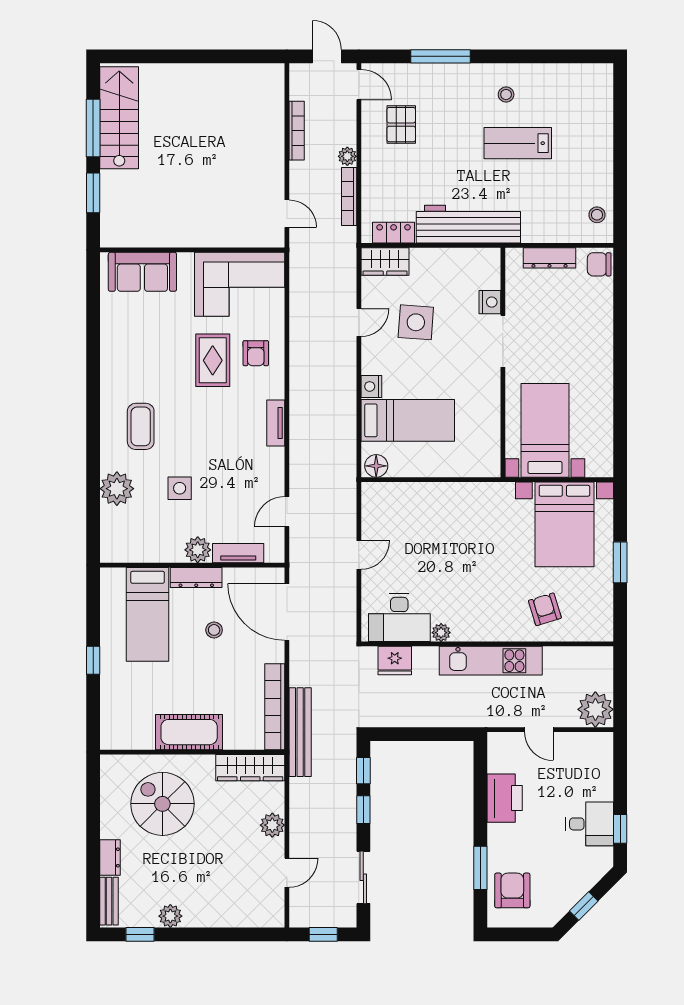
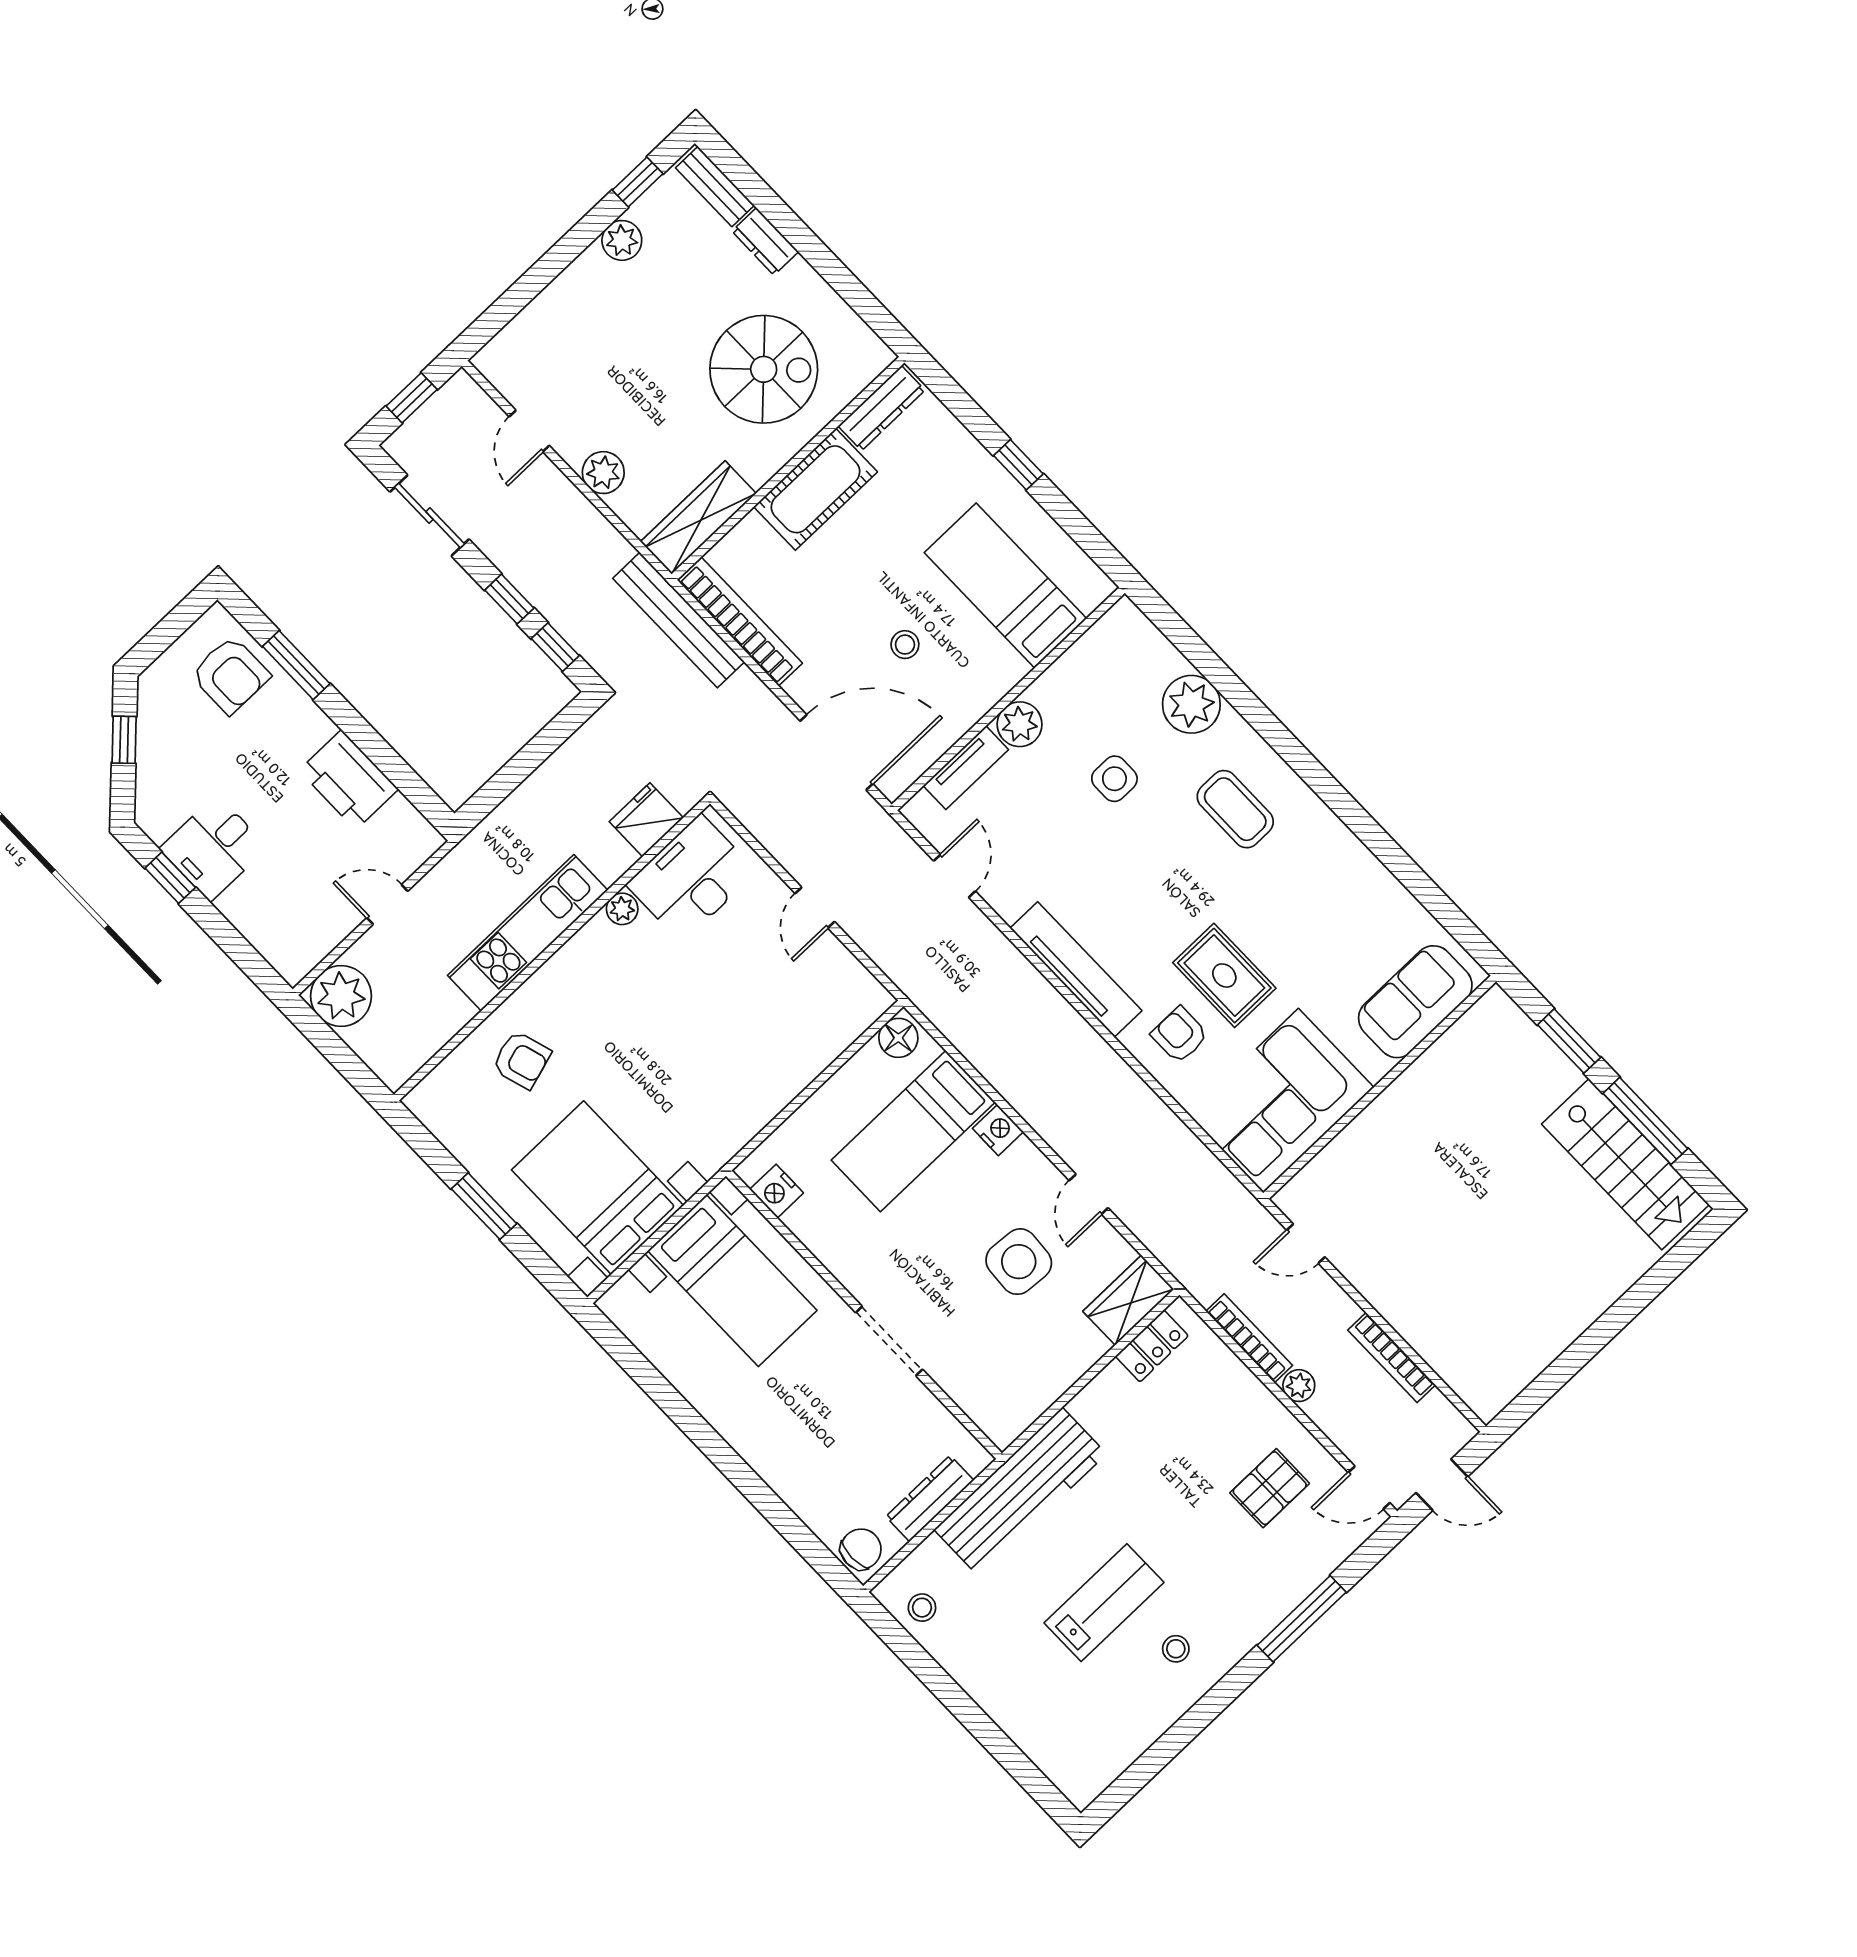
pallet: (401, 125) -> (1270, 1488), turned 90
workbench: (468, 224) -> (1020, 1492), moved
nightstand: (490, 302) -> (777, 1191), moved
tv unit: (276, 423) -> (1076, 969), width x1.92, depth x1.29
dresser: (196, 577) -> (882, 408), moved, turned 180

